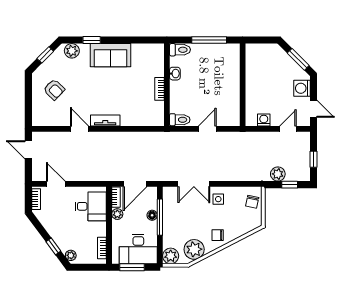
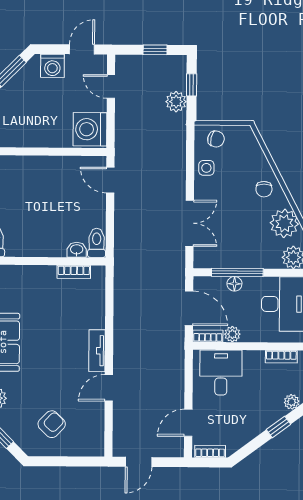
washbasin: (175, 74) -> (77, 250), moved
bookcase: (159, 89) -> (74, 272), moved
washing machine: (264, 120) -> (90, 129), width x1.89, depth x1.89
door: (207, 129) -> (110, 180), moved
side table: (218, 199) -> (206, 168), moved

